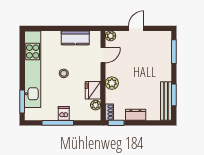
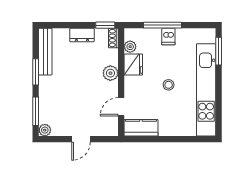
plant: (111, 36) -> (45, 130), moved
kitchen counter: (75, 38) -> (141, 128), moved
window: (174, 95) -> (36, 72), moved
window: (58, 123) -> (163, 25), moved

